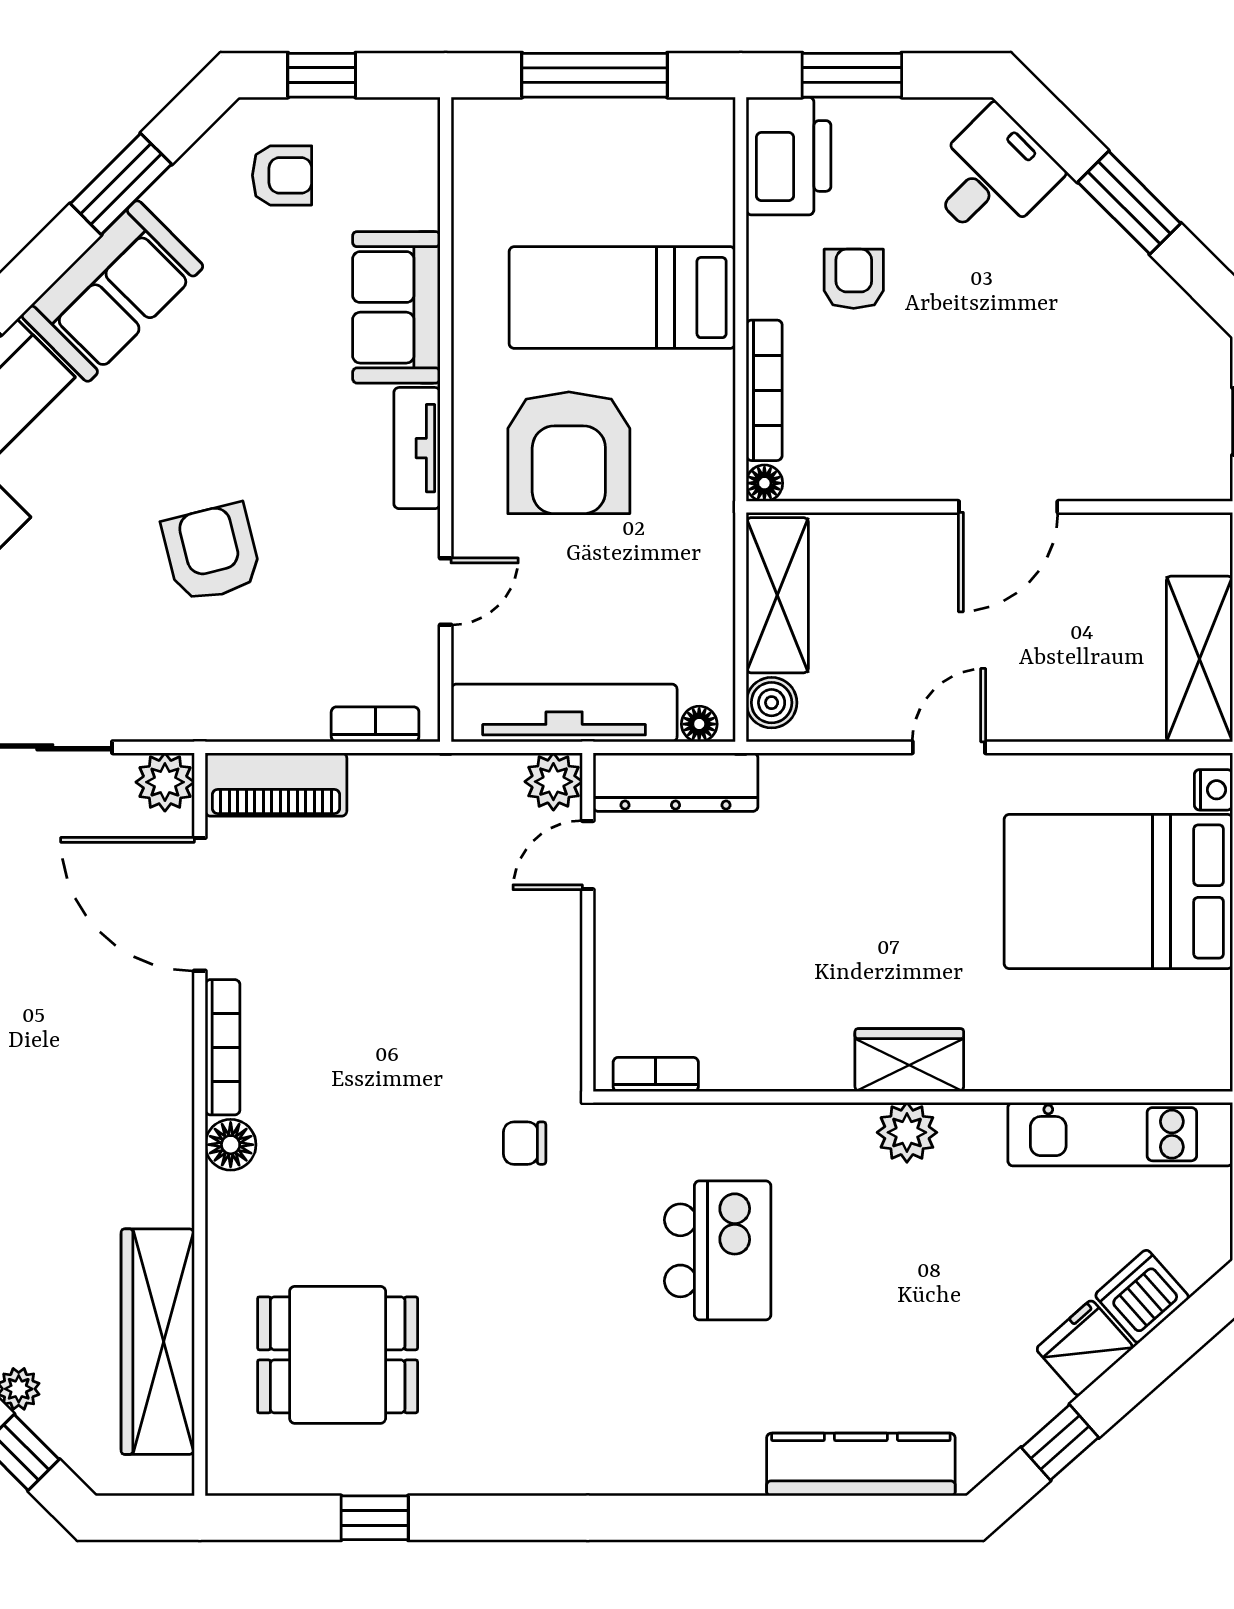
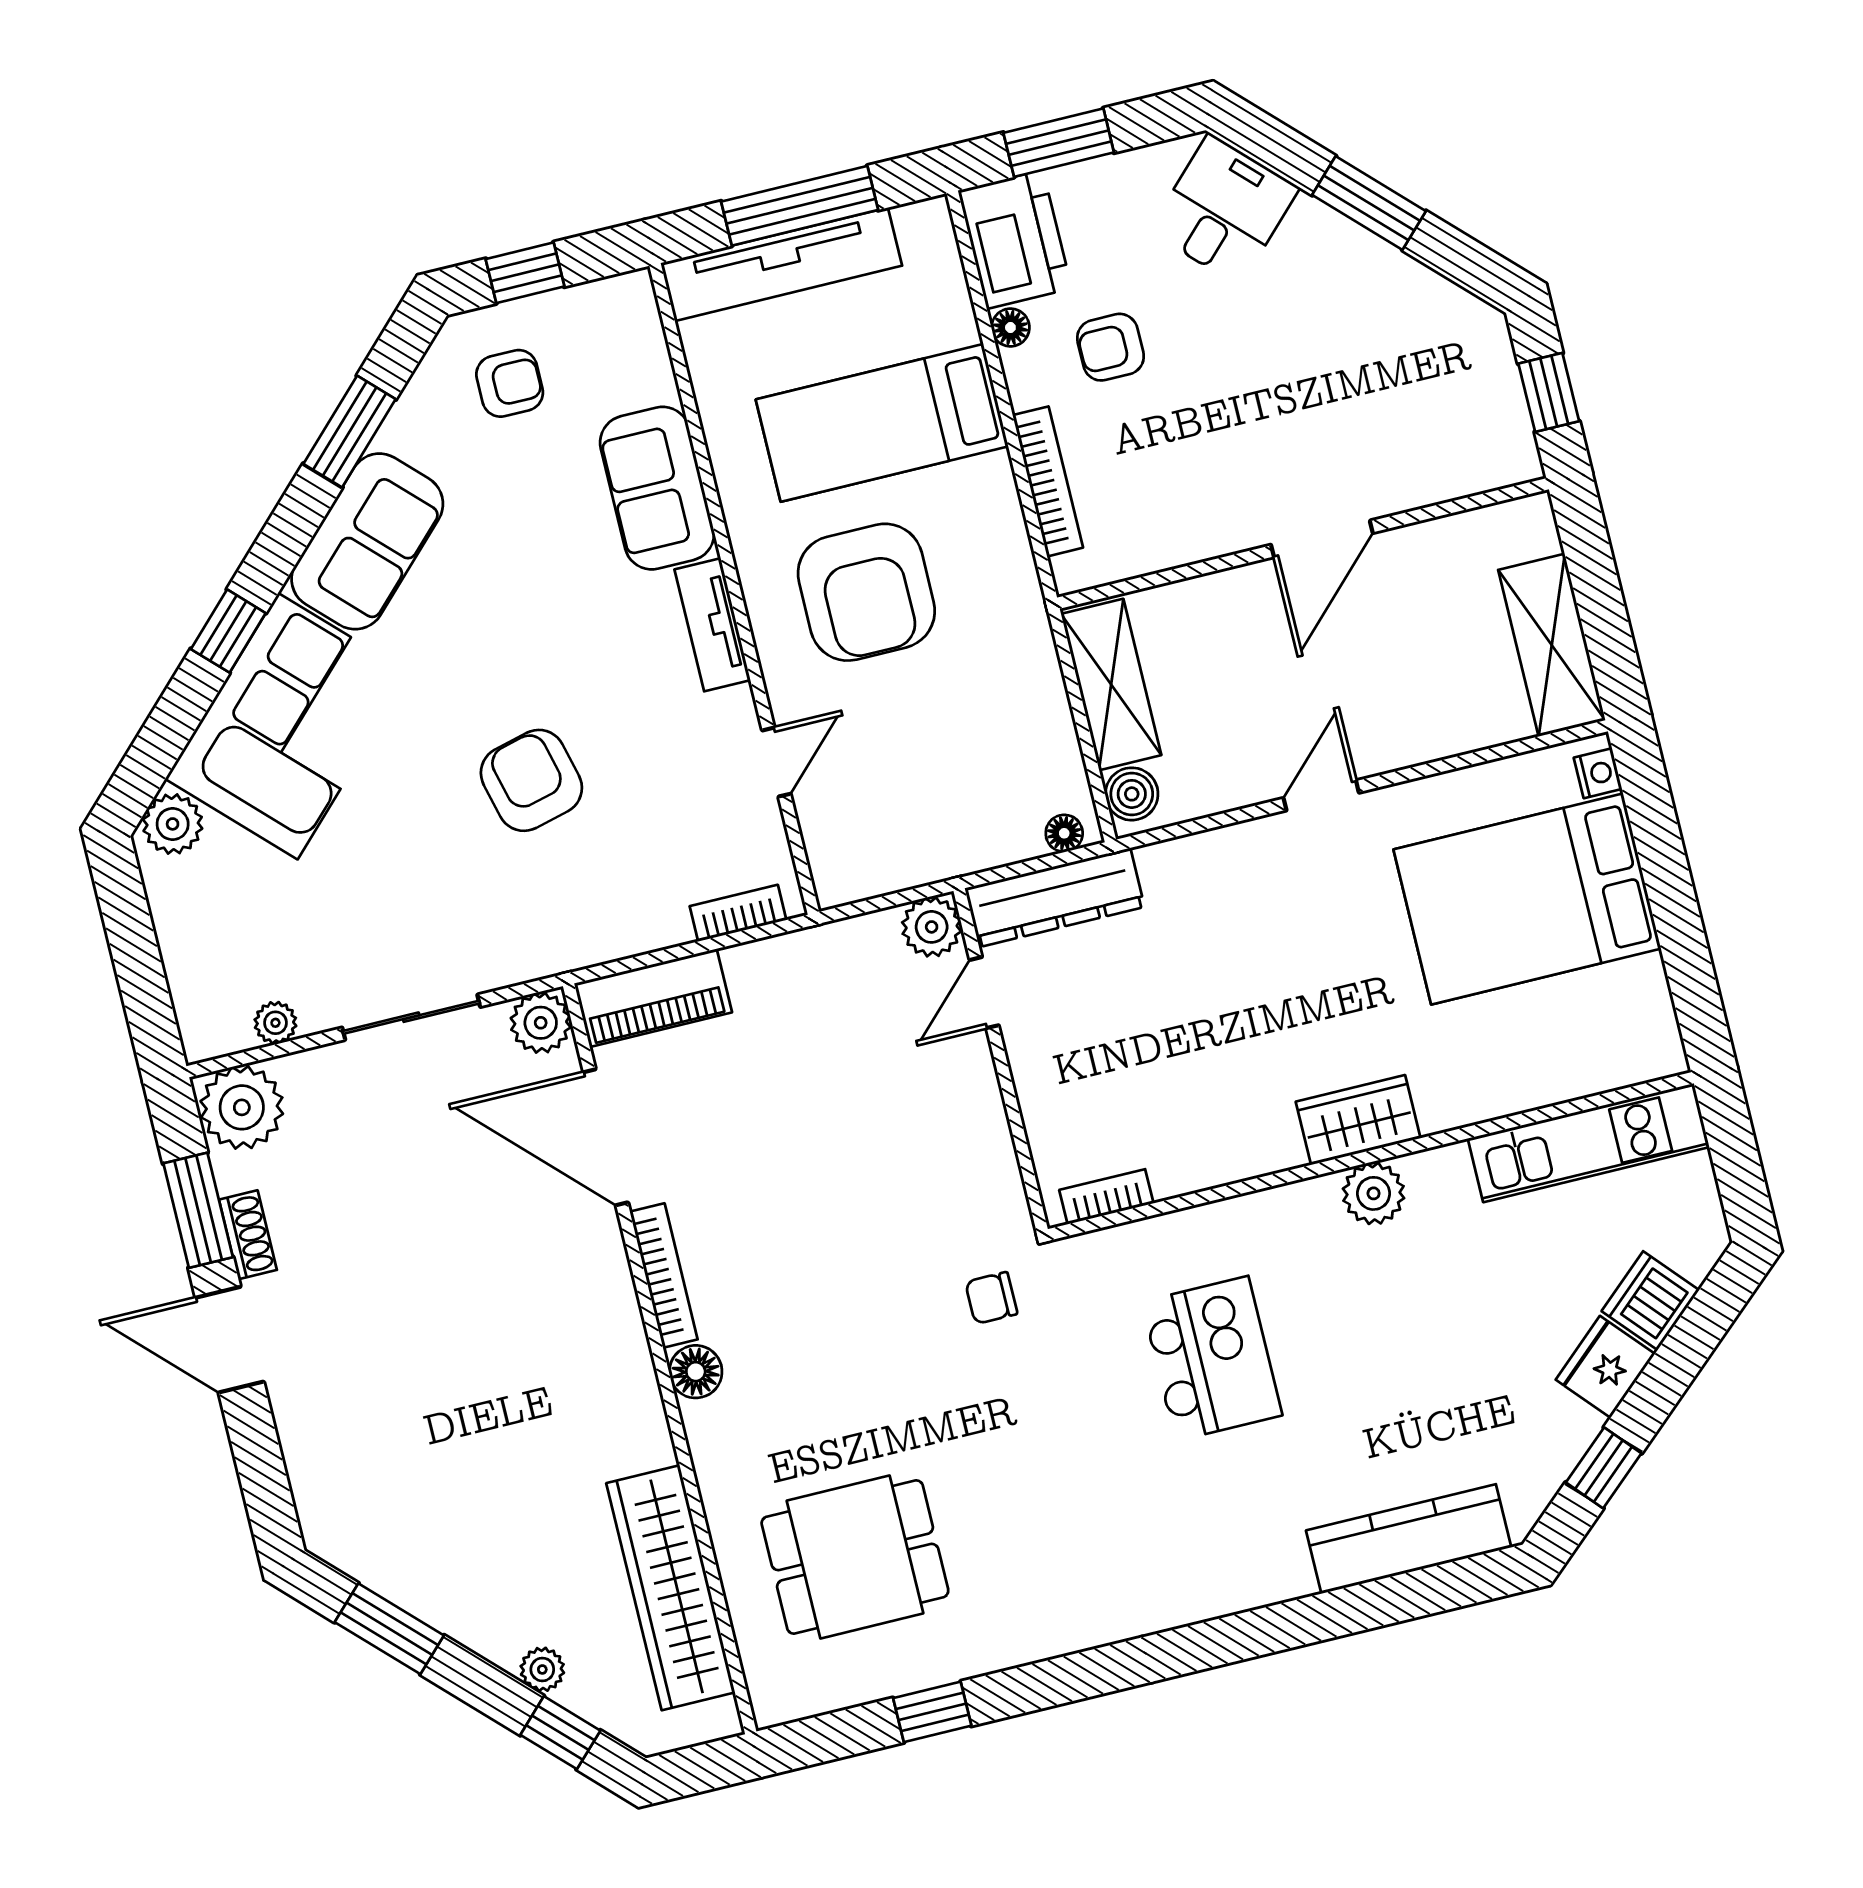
armchair: (854, 279) -> (1110, 347), turned -90
floor lamp: (764, 483) -> (1010, 327), moved
tv unit: (564, 713) -> (781, 264), moved, turned 180

